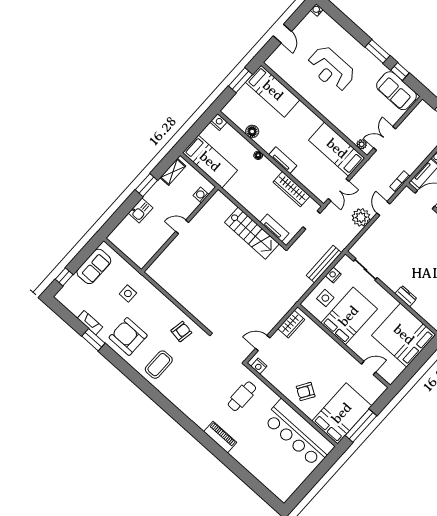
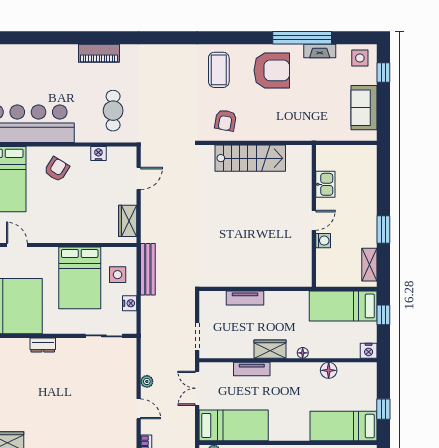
window: (241, 80) -> (383, 409), width x0.67
window: (191, 135) -> (383, 315), added
tv unit: (283, 160) -> (252, 369), moved
wardrobe: (291, 189) -> (270, 349), moved, width x0.67
washing machine: (201, 195) -> (323, 241), moved
kitchen sink: (141, 210) -> (325, 184), moved, turned 180
plant: (361, 217) -> (147, 381), width x0.53, depth x0.53
tv unit: (274, 228) -> (245, 298), moved
stairs: (252, 233) -> (250, 158), moved, turned 180
bench: (324, 264) -> (148, 269), moved
side table: (128, 293) -> (360, 58), moved
window: (93, 340) -> (302, 38), width x2.11
nightstand: (259, 366) -> (98, 154), moved
door: (369, 368) -> (17, 245), swing flipped

